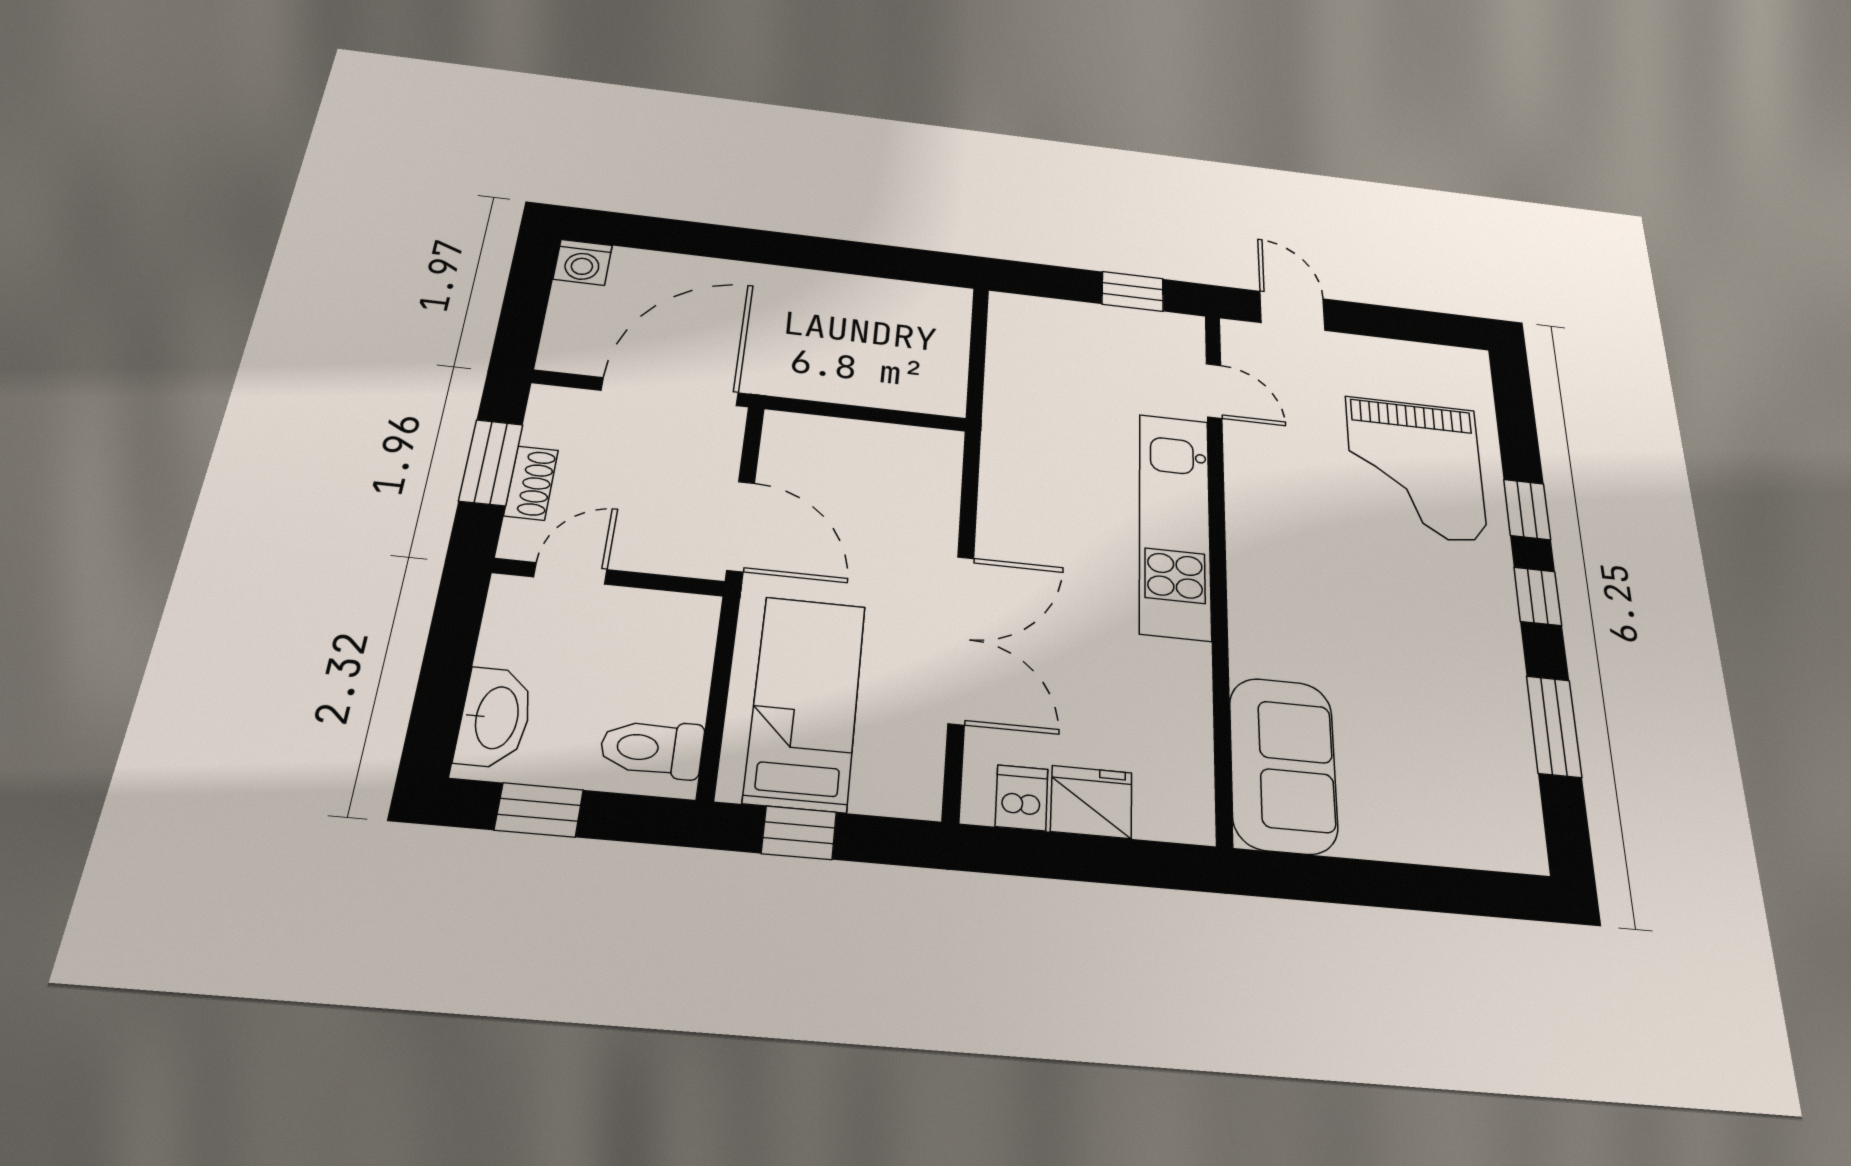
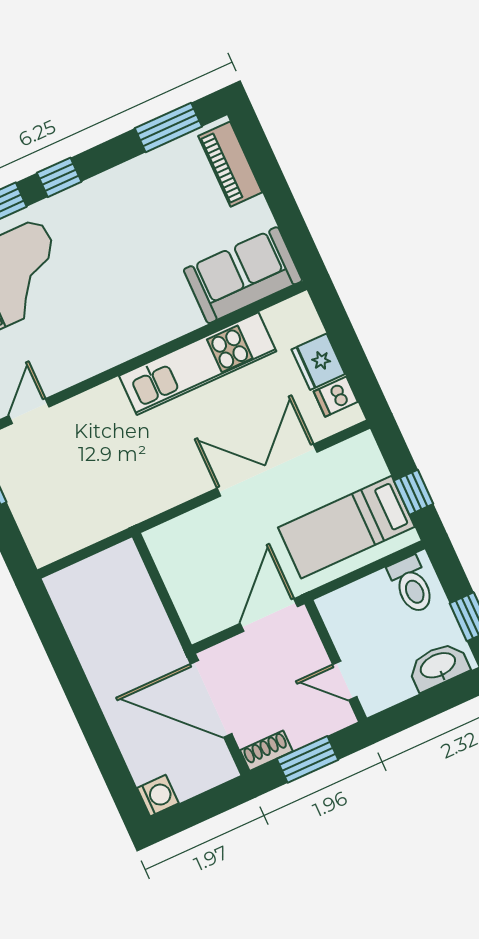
shoe rack: (531, 483) -> (266, 751), moved
kitchen unit: (1175, 524) -> (198, 364), moved
window: (1554, 726) -> (168, 127), moved
piano: (1469, 839) -> (230, 164), added

